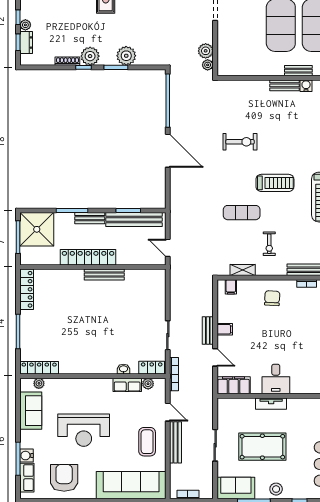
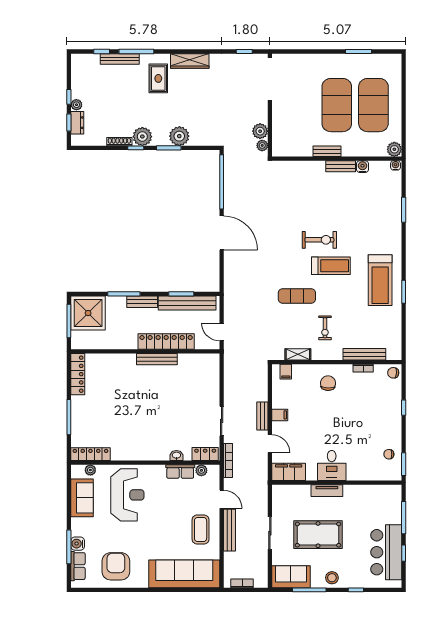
bench: (298, 71) -> (327, 151), moved
exercise bike: (240, 142) -> (319, 240), moved
locker: (88, 257) -> (166, 341), moved
reception desk: (84, 430) -> (127, 495), moved, turned -90

